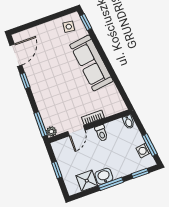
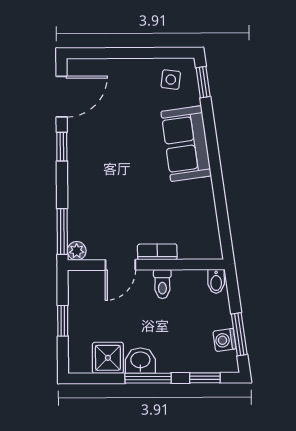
sofa: (91, 63) -> (186, 144), width x0.73

